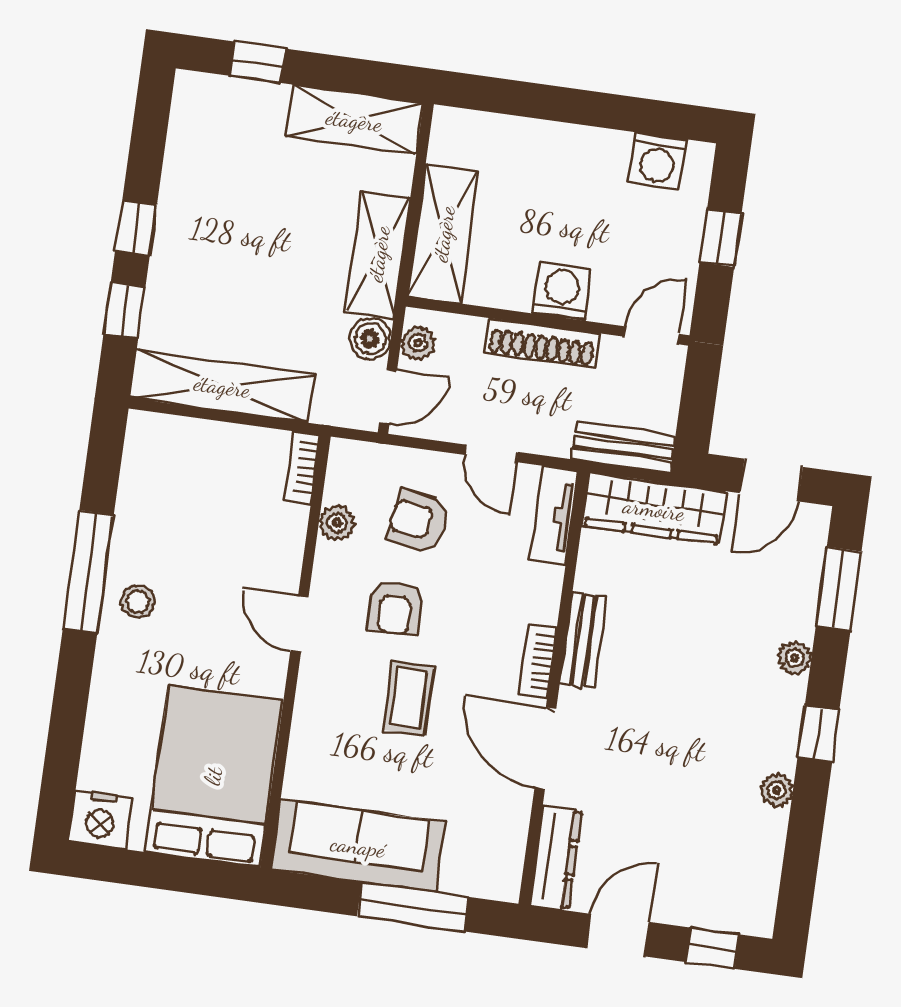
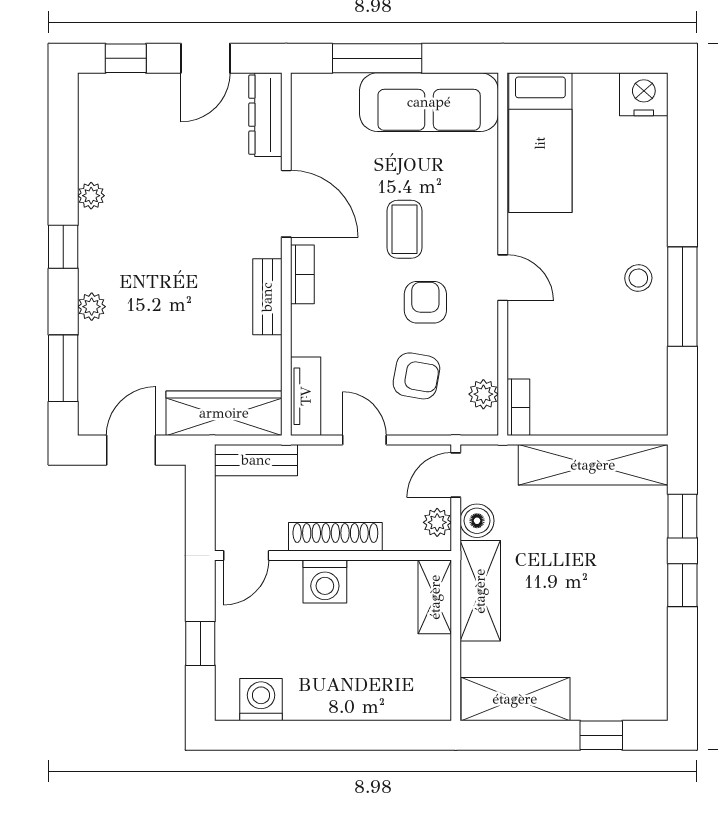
shelving: (443, 234) -> (435, 597), width x0.67, depth x0.75
plant: (337, 523) -> (483, 394), moved
bed: (213, 776) -> (540, 143), width x0.67

